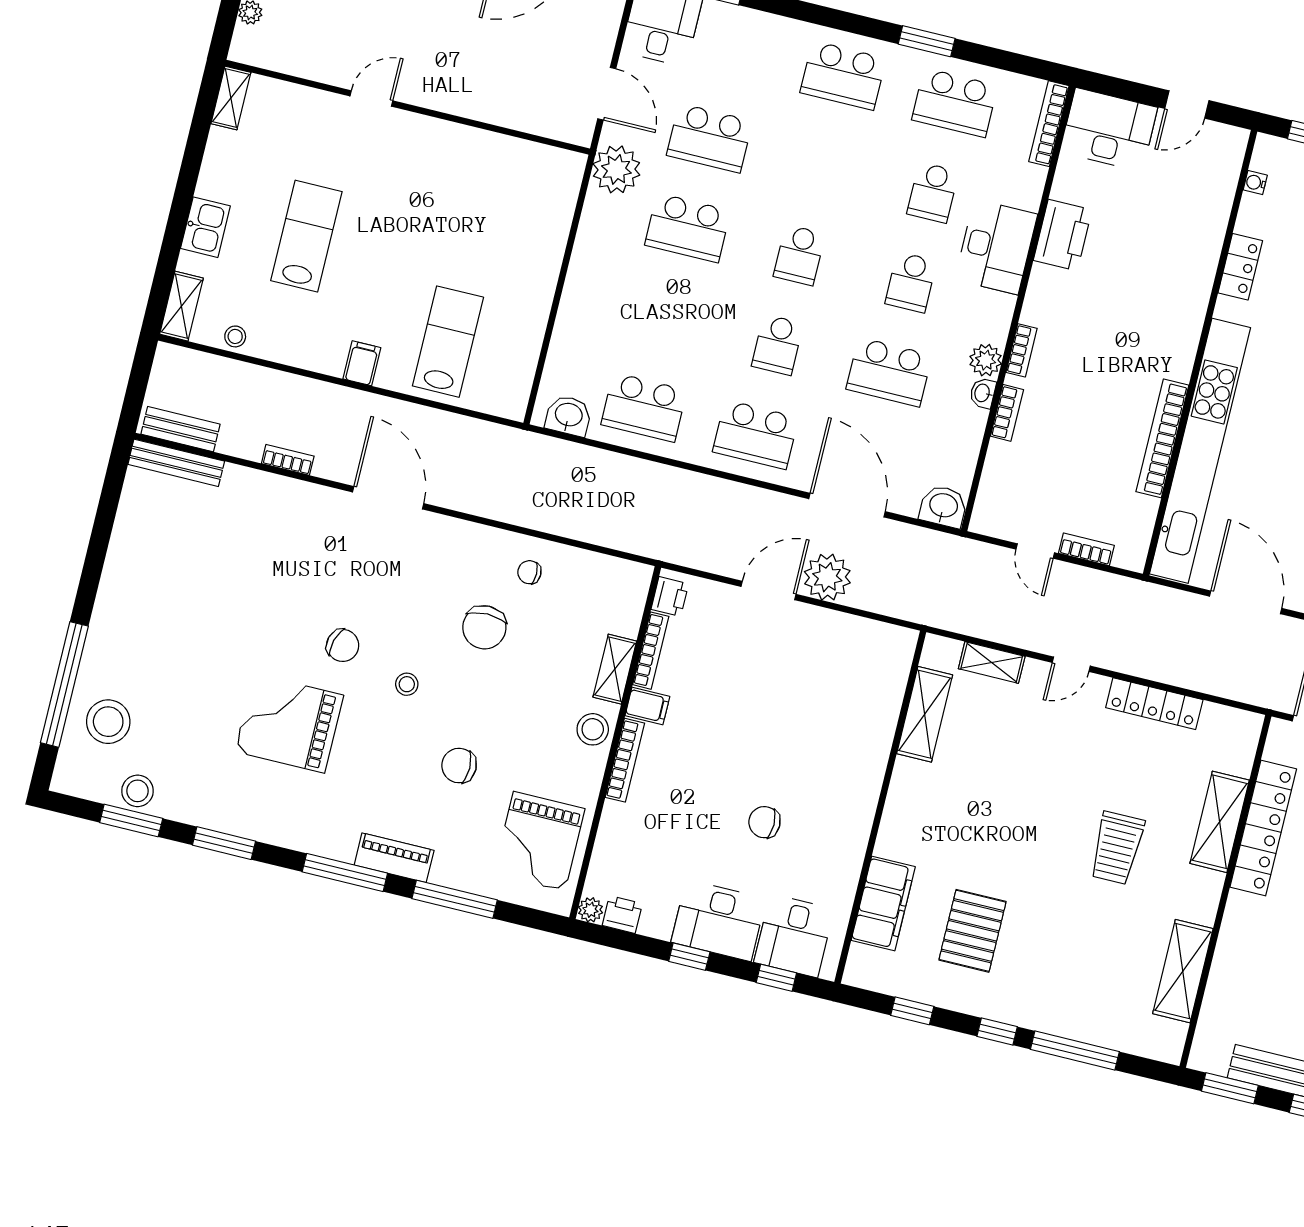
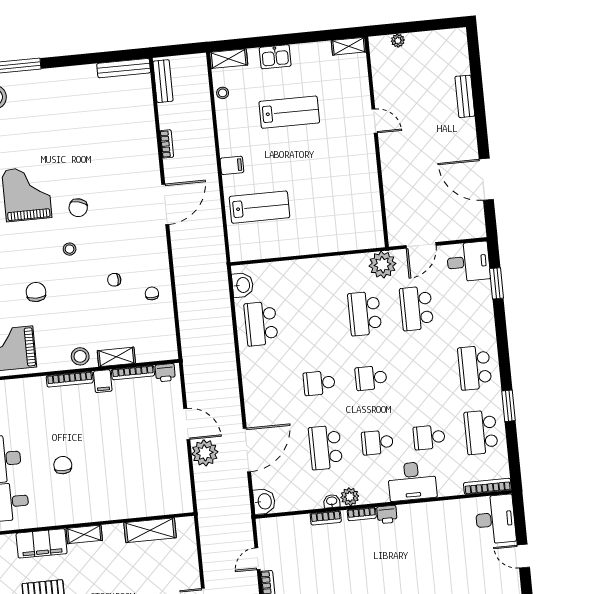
printer: (1063, 235) -> (387, 514), moved, width x0.53, depth x0.68
school desk: (756, 435) -> (267, 388), removed
bench: (176, 463) -> (124, 68), moved, turned 90
chair: (484, 627) -> (114, 280), width x0.54, depth x0.54
shelving: (992, 662) -> (84, 534), moved, turned 90

